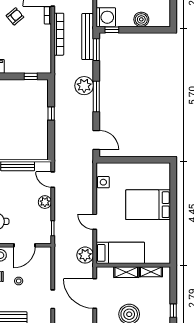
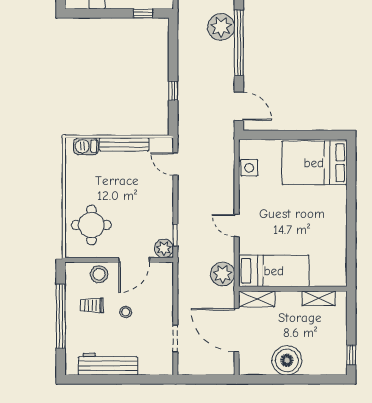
window: (96, 96) -> (239, 43), width x1.46
window: (51, 114) -> (173, 91), moved
plant: (45, 202) -> (164, 248), moved
bed: (148, 205) -> (314, 163), moved
shelving: (126, 272) -> (257, 299), moved

